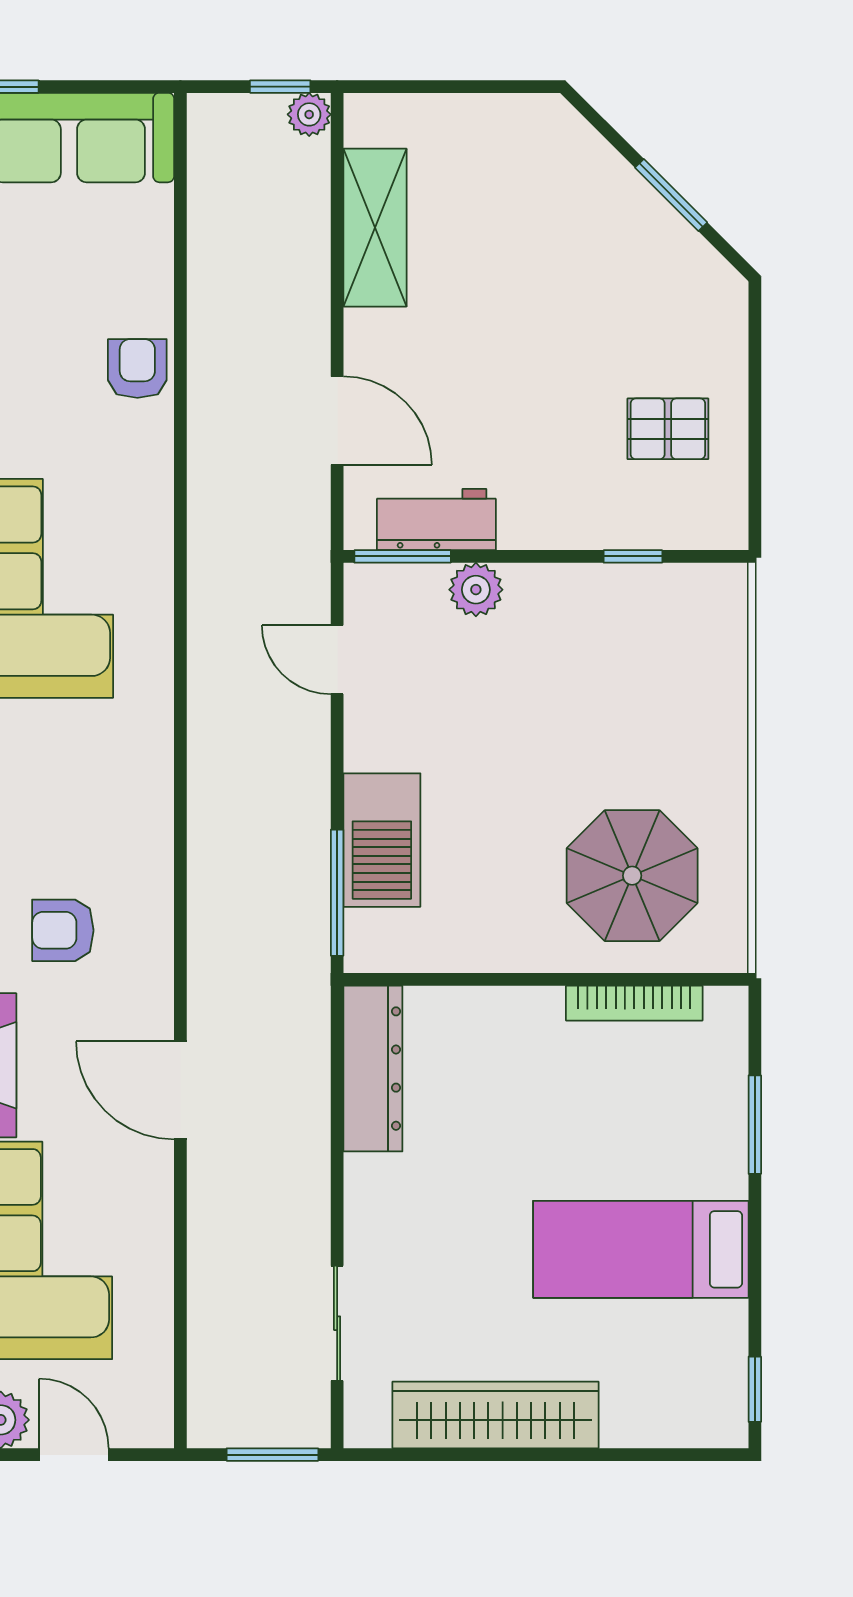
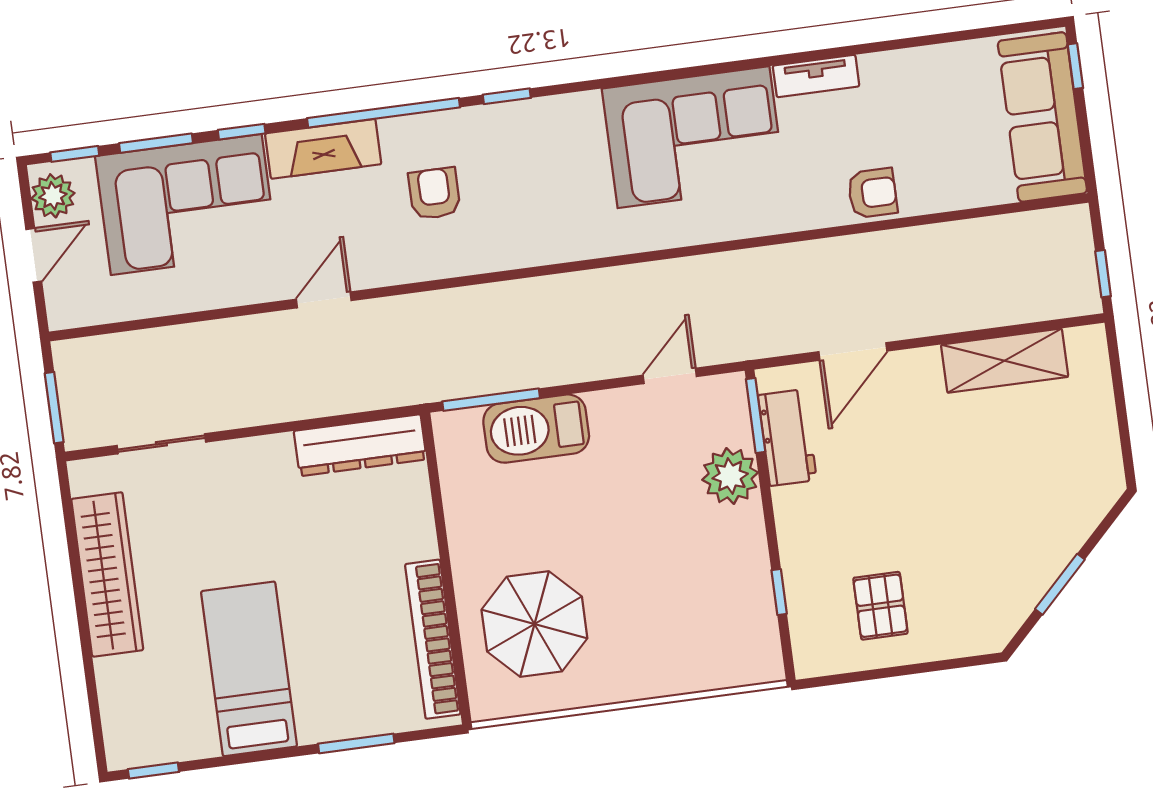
plant: (309, 114) -> (1085, 299), removed
plant: (476, 590) -> (730, 476), width x1.36, depth x1.36
bookcase: (634, 1003) -> (433, 639), width x1.48, depth x1.31
door: (180, 1090) -> (324, 300), width x0.73

